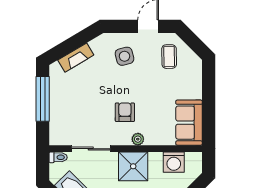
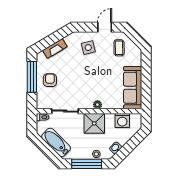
armchair: (125, 112) -> (50, 80), moved
sofa: (189, 123) -> (133, 88), width x1.36

